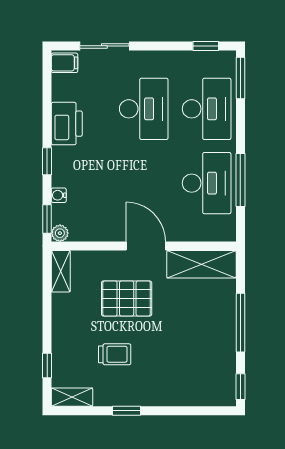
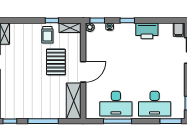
desk: (144, 109) -> (155, 71), removed
trolley: (115, 354) -> (47, 35), moved
window: (47, 366) -> (52, 21), moved

